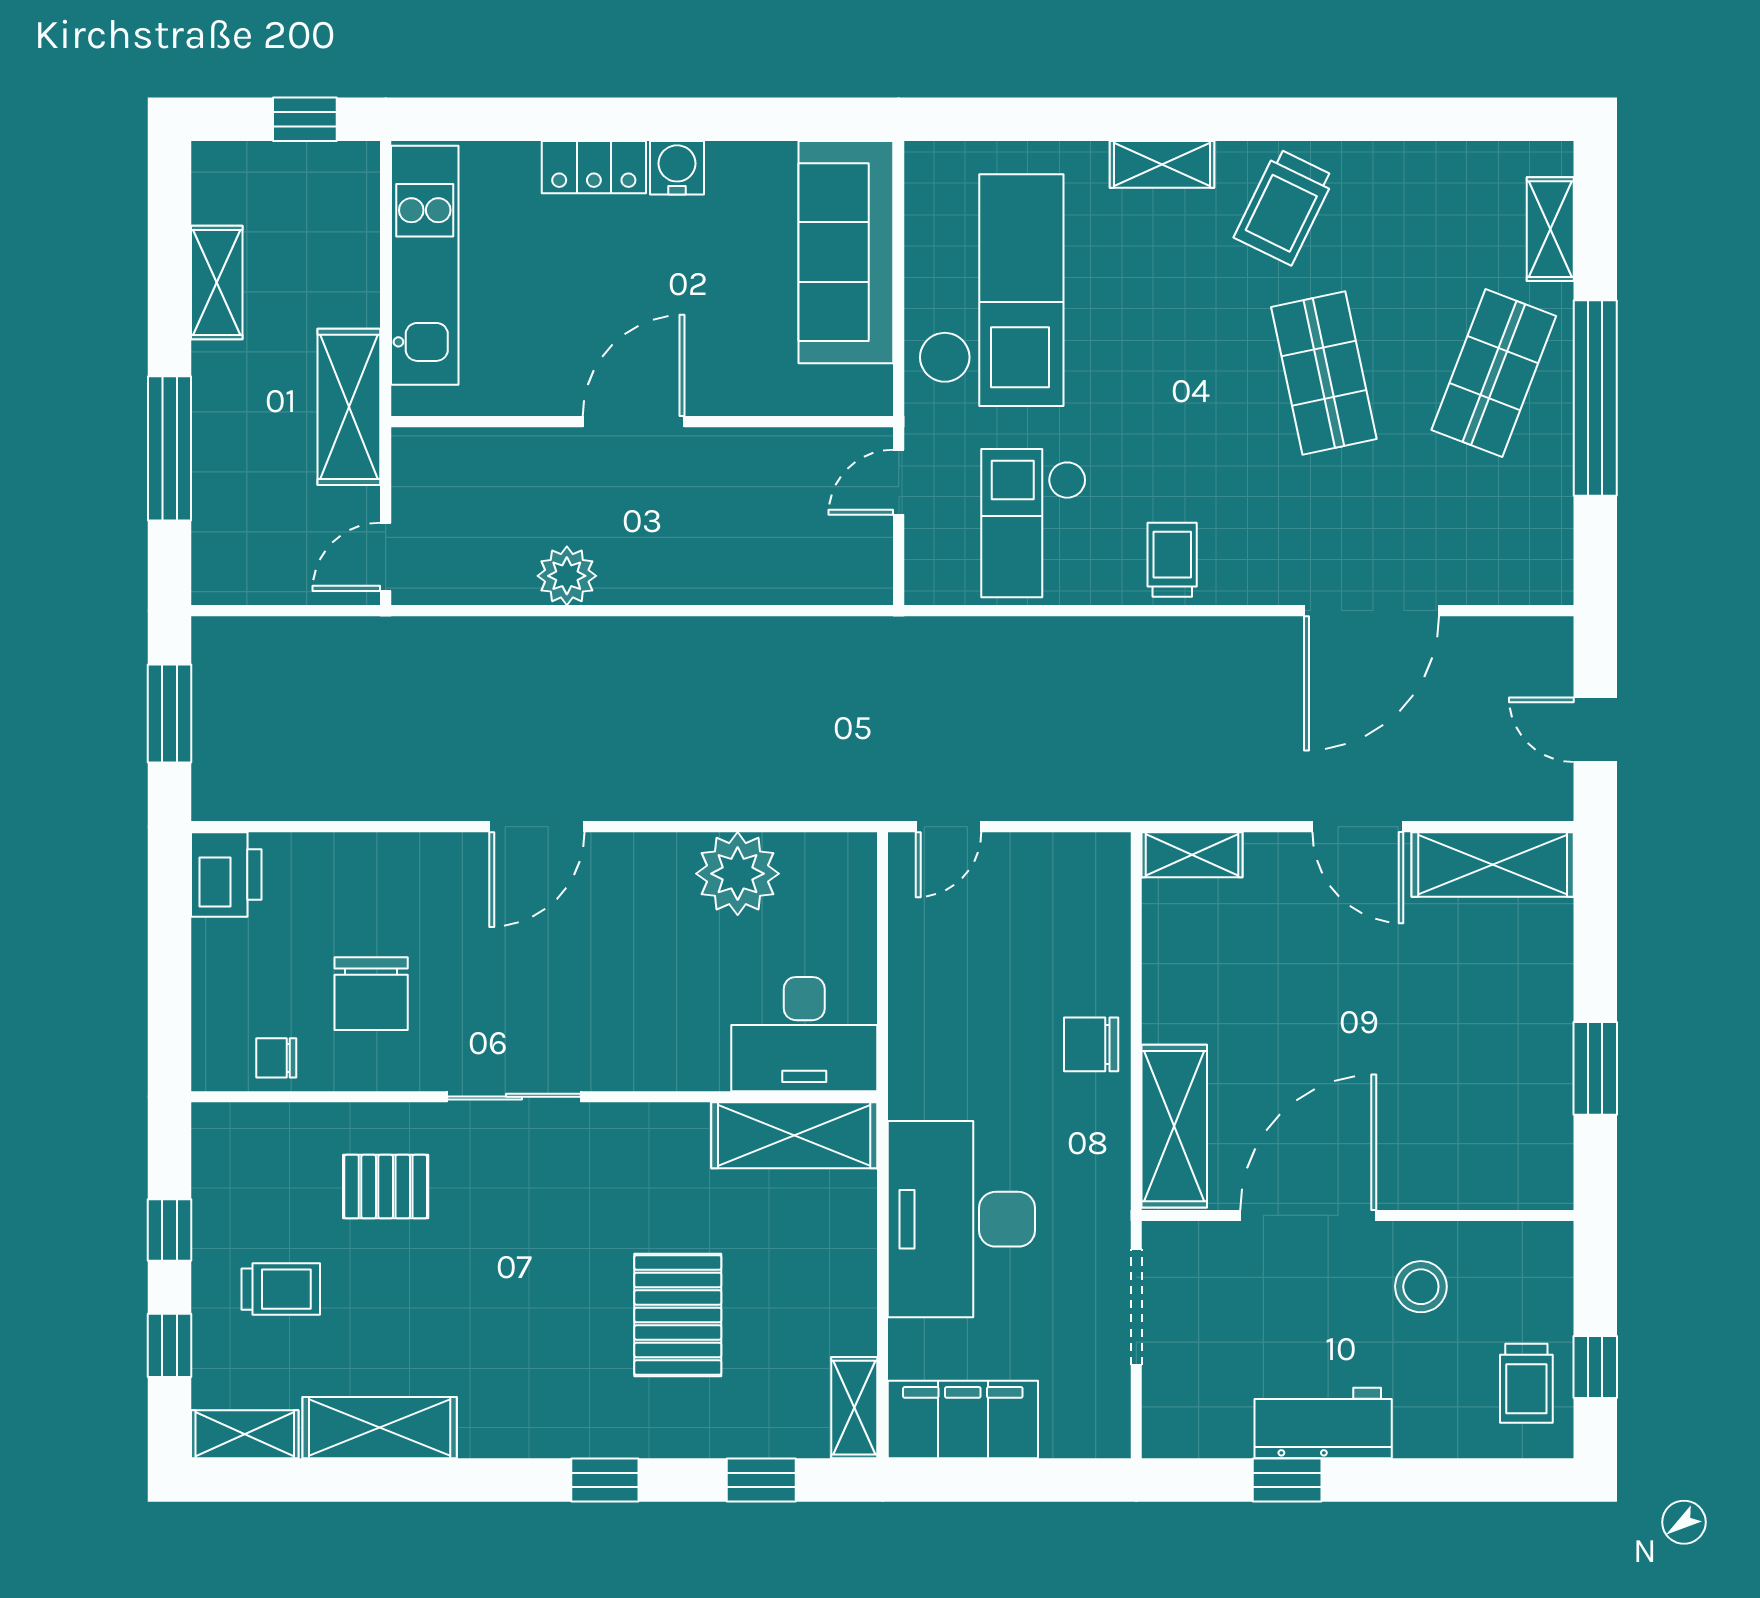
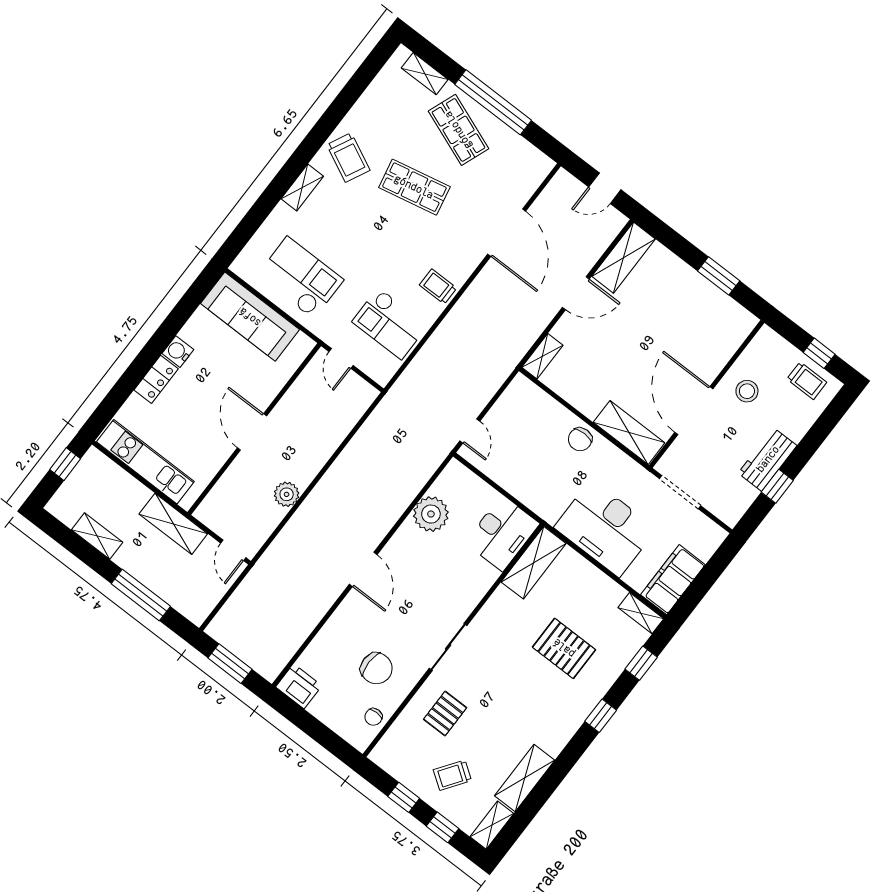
checkout: (991, 290) -> (300, 278), width x0.73, depth x0.83
trolley: (281, 1289) -> (452, 775), turned -145

